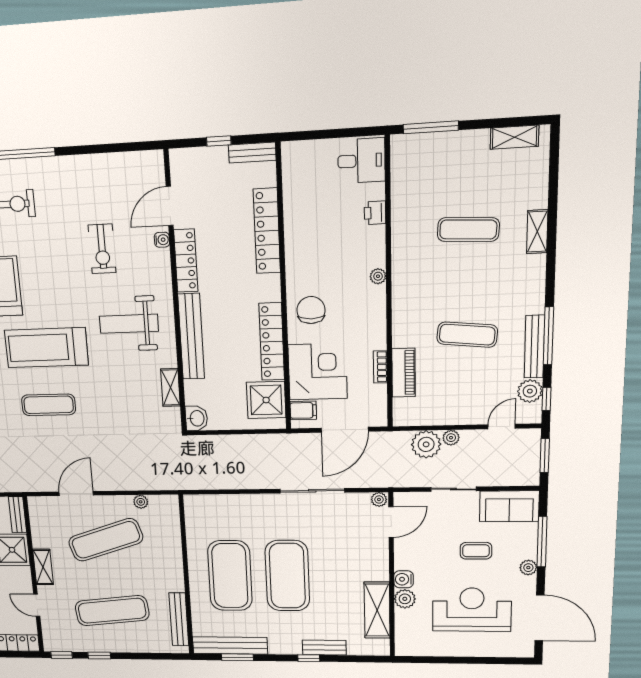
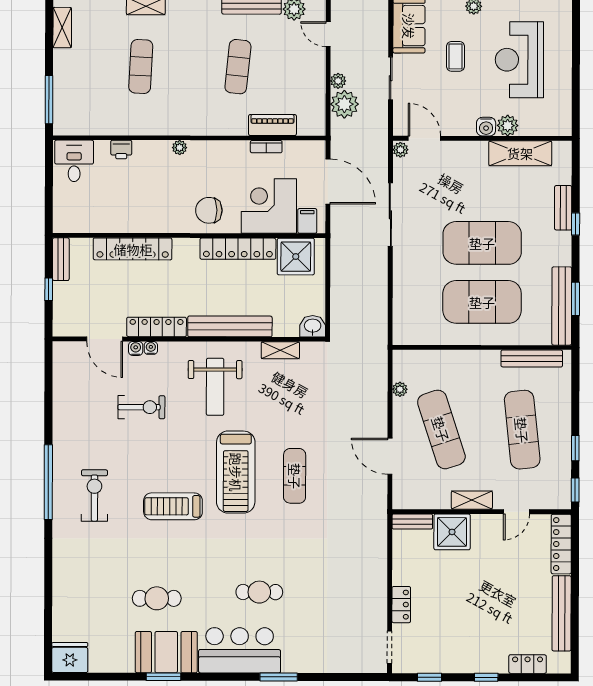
water cooler: (164, 256) -> (151, 348), added

